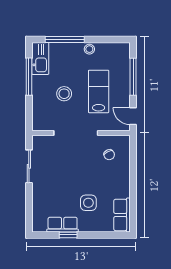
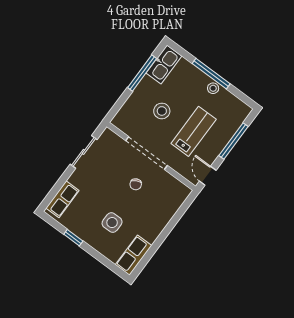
window: (65, 40) -> (211, 74), moved
chair: (109, 155) -> (136, 184), moved
row of seats: (63, 225) -> (62, 199), moved, turned 90

